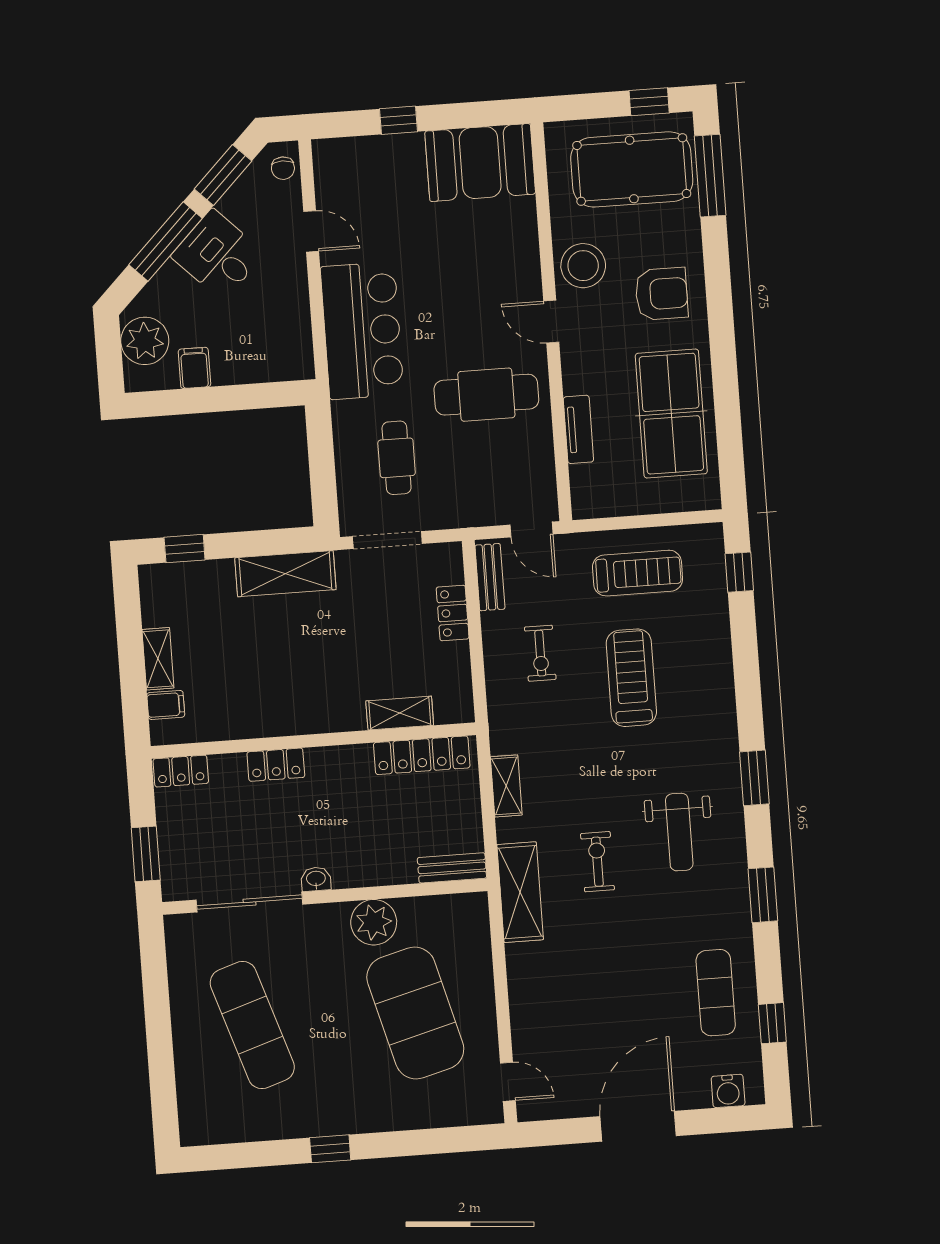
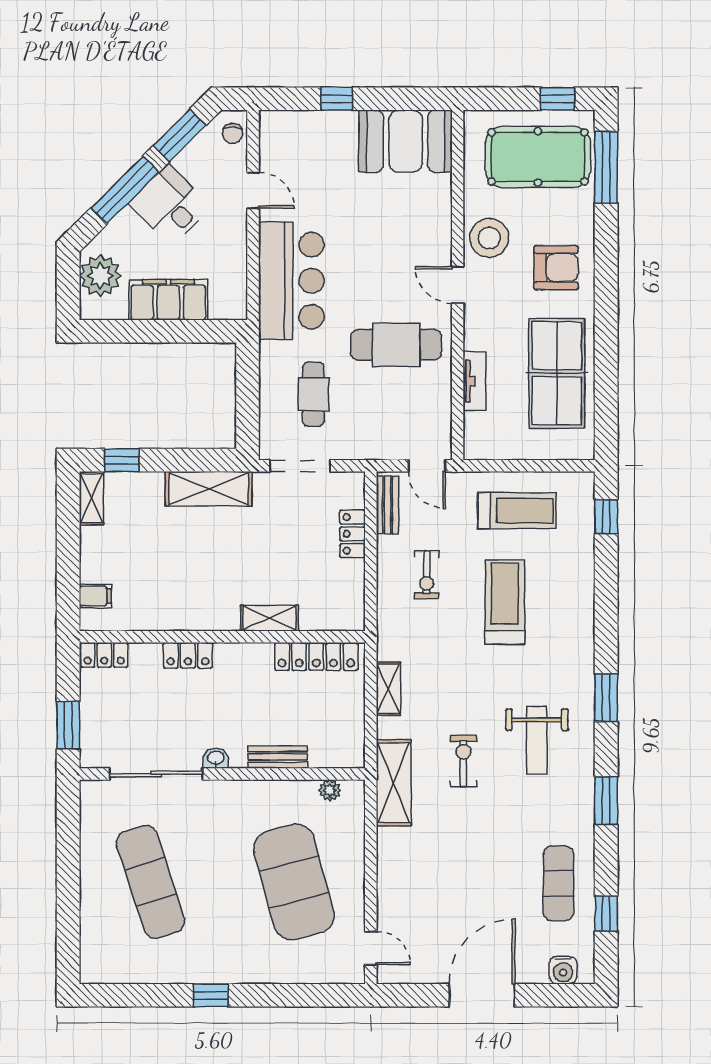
filing cabinet: (194, 368) -> (168, 300), width x3.00, depth x1.17
shelving: (158, 659) -> (91, 498), moved
shelving: (400, 713) -> (269, 618), moved
bench: (452, 868) -> (278, 757), moved
plant: (374, 922) -> (330, 790), moved, width x0.53, depth x0.53

